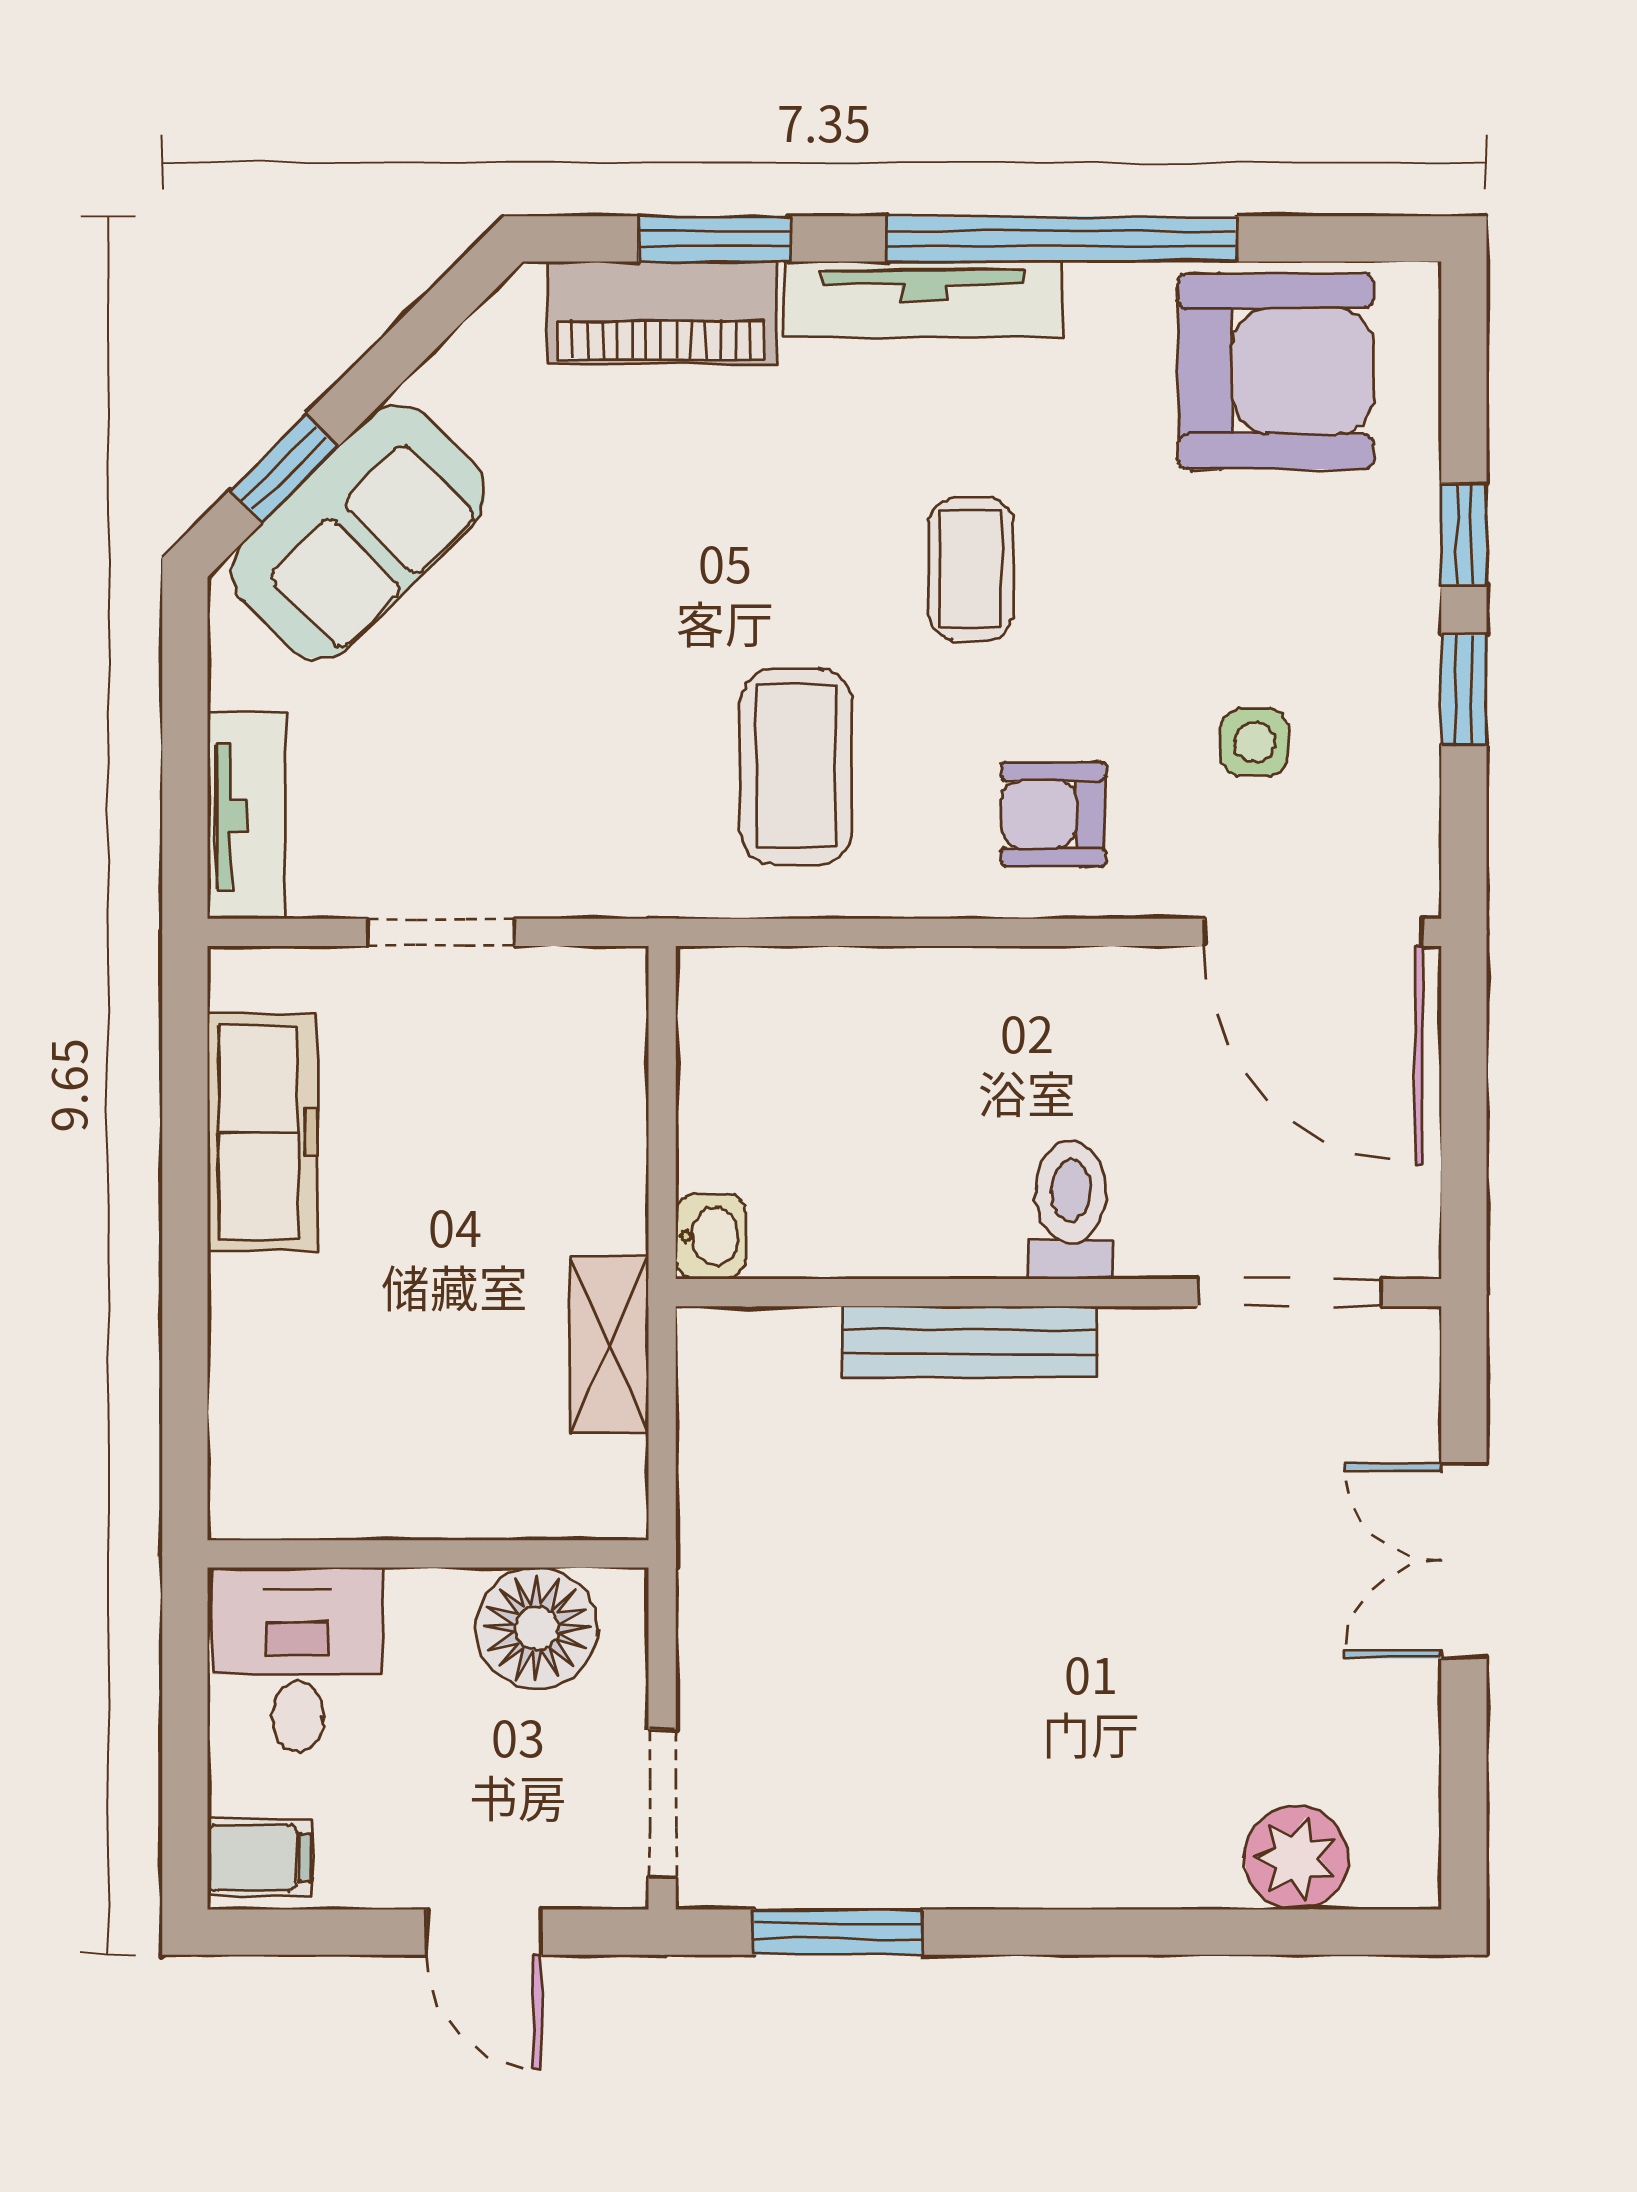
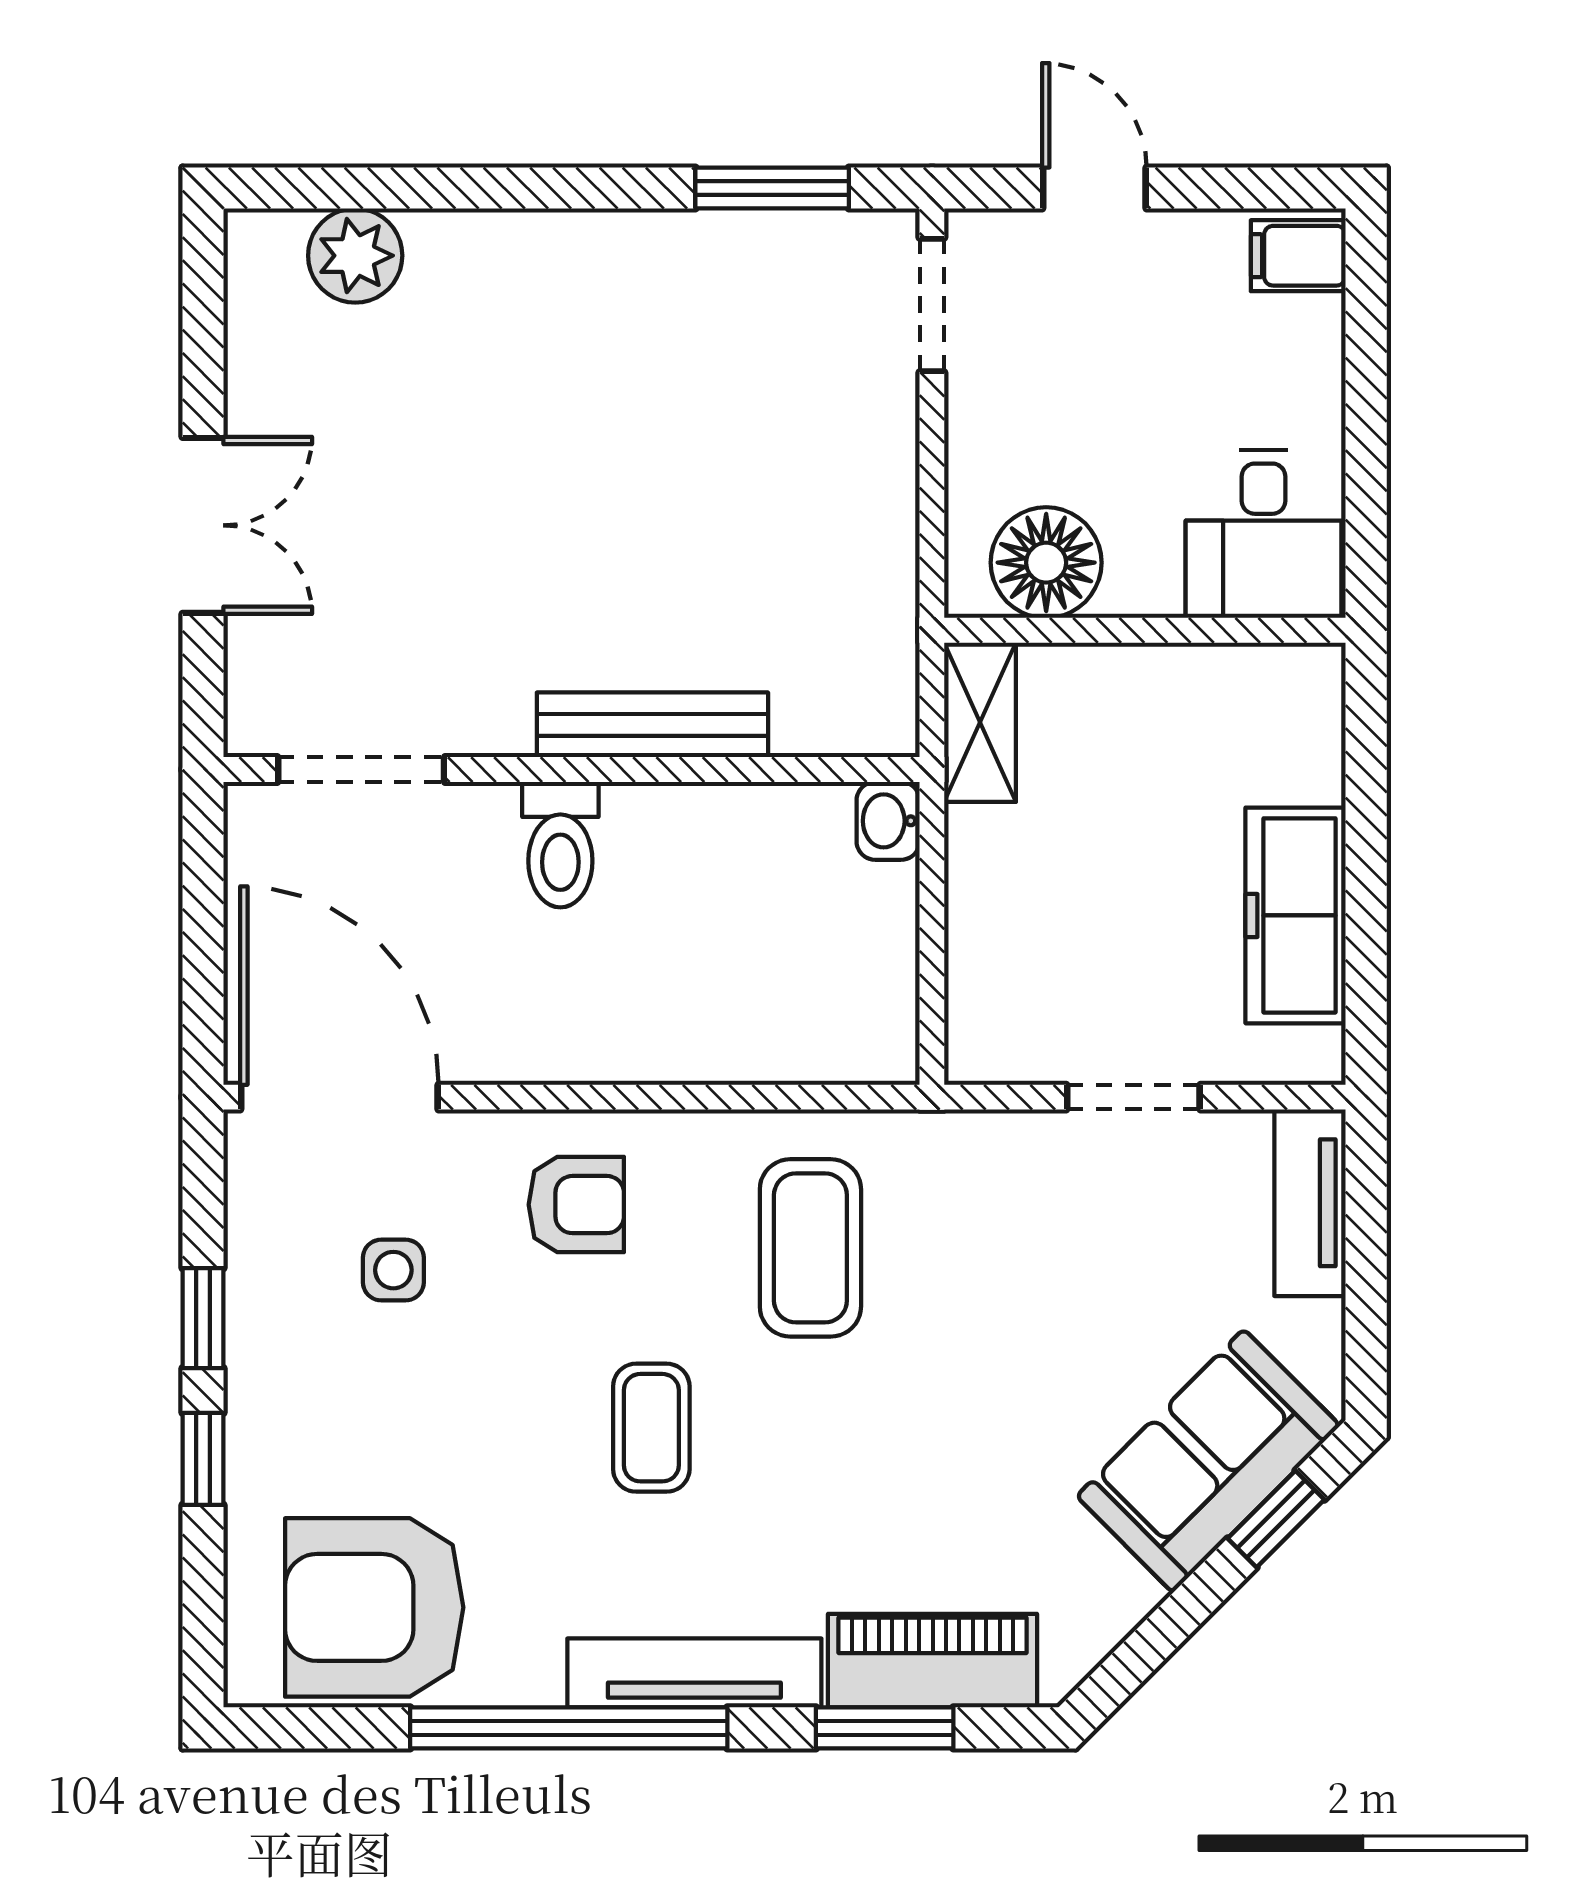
wall: (428, 1554) -> (1145, 630), moved
floor lamp: (537, 1628) -> (1046, 563), moved
desk: (298, 1660) -> (1264, 534), moved

